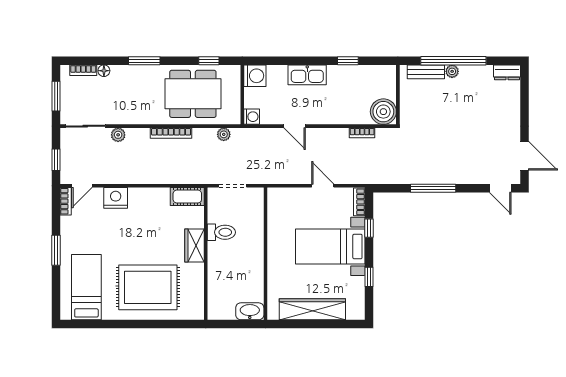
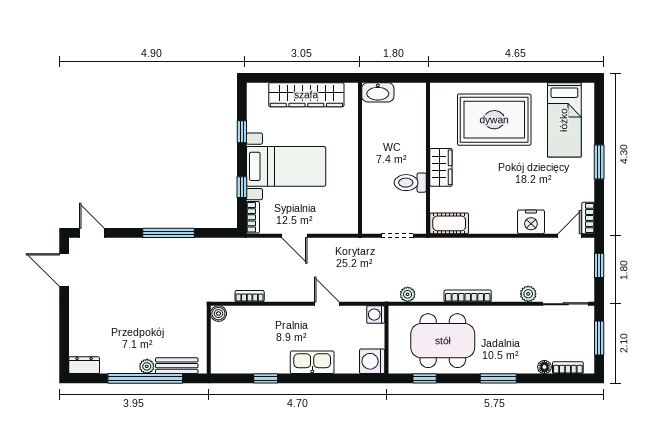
boiler: (383, 112) -> (218, 314), width x0.54, depth x0.54

